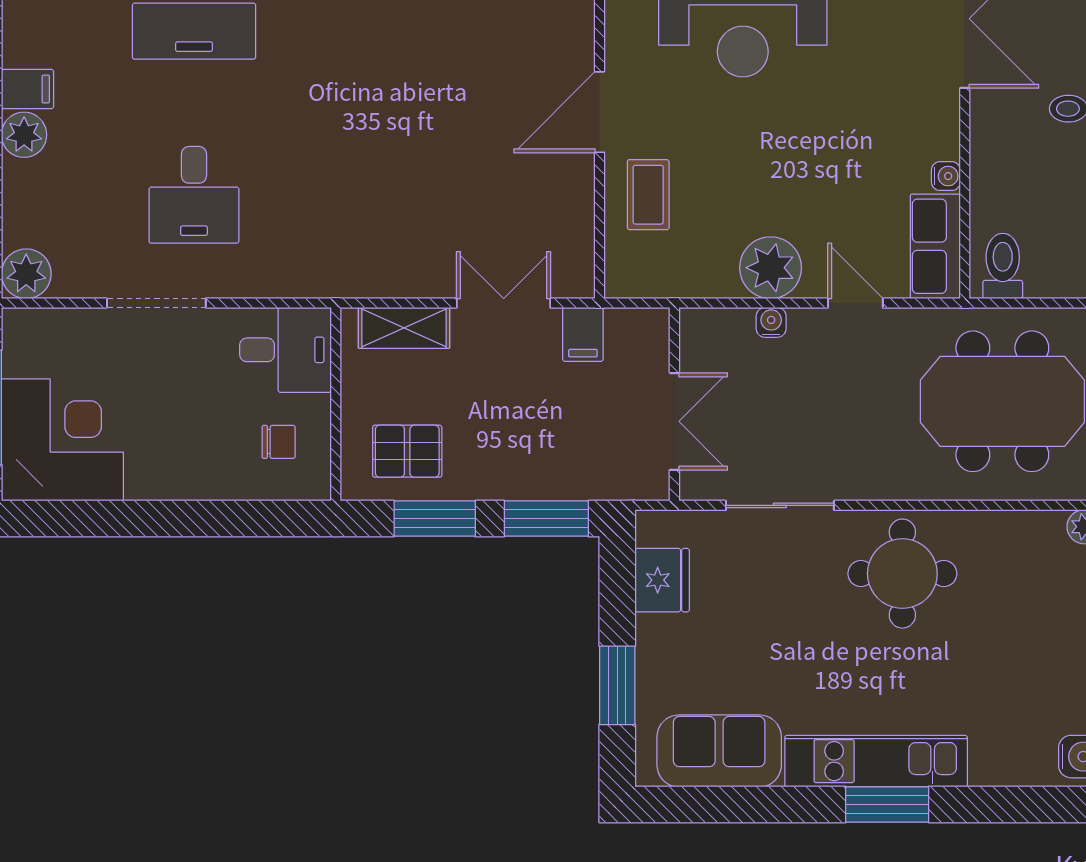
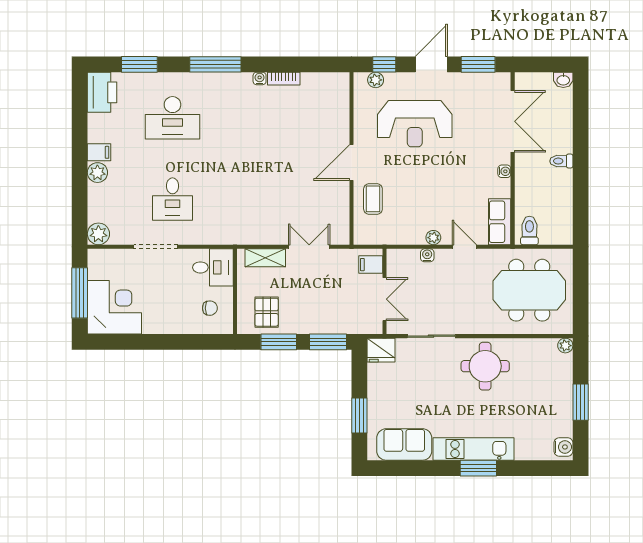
water cooler: (946, 176) -> (504, 171), moved
plant: (771, 268) -> (433, 238), width x0.53, depth x0.53
filing cabinet: (583, 334) -> (371, 265), moved, turned 90
pallet: (407, 451) -> (267, 312), turned 90
fridge: (662, 580) -> (381, 350), moved, turned 90

